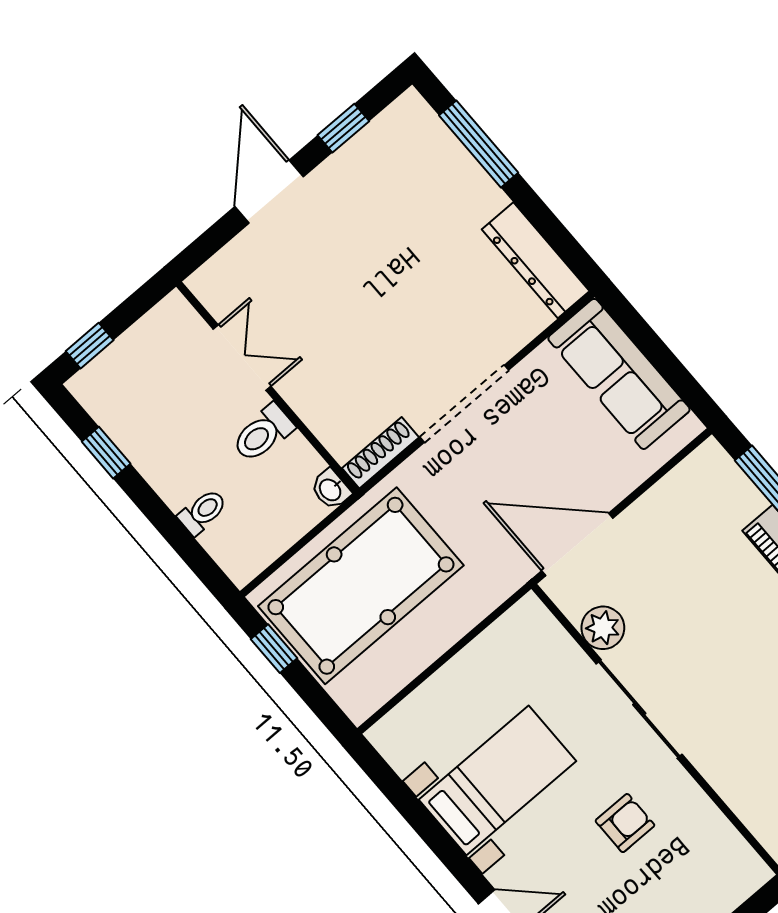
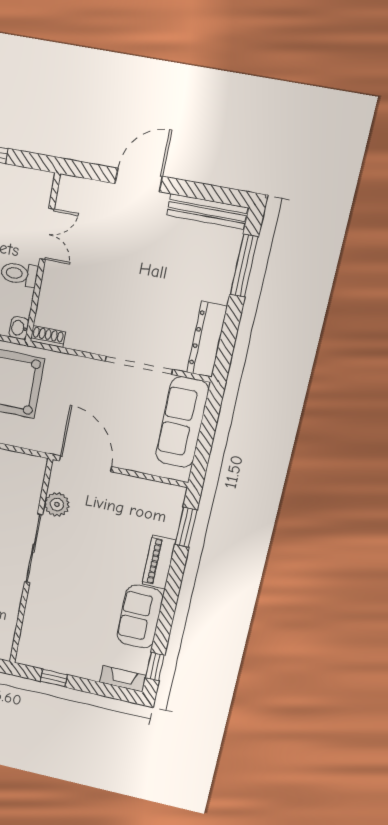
window: (343, 128) -> (200, 191), removed
bench: (375, 138) -> (207, 211), added
doorway: (464, 404) -> (139, 365), moved
shoe rack: (381, 453) -> (48, 336), width x0.70

